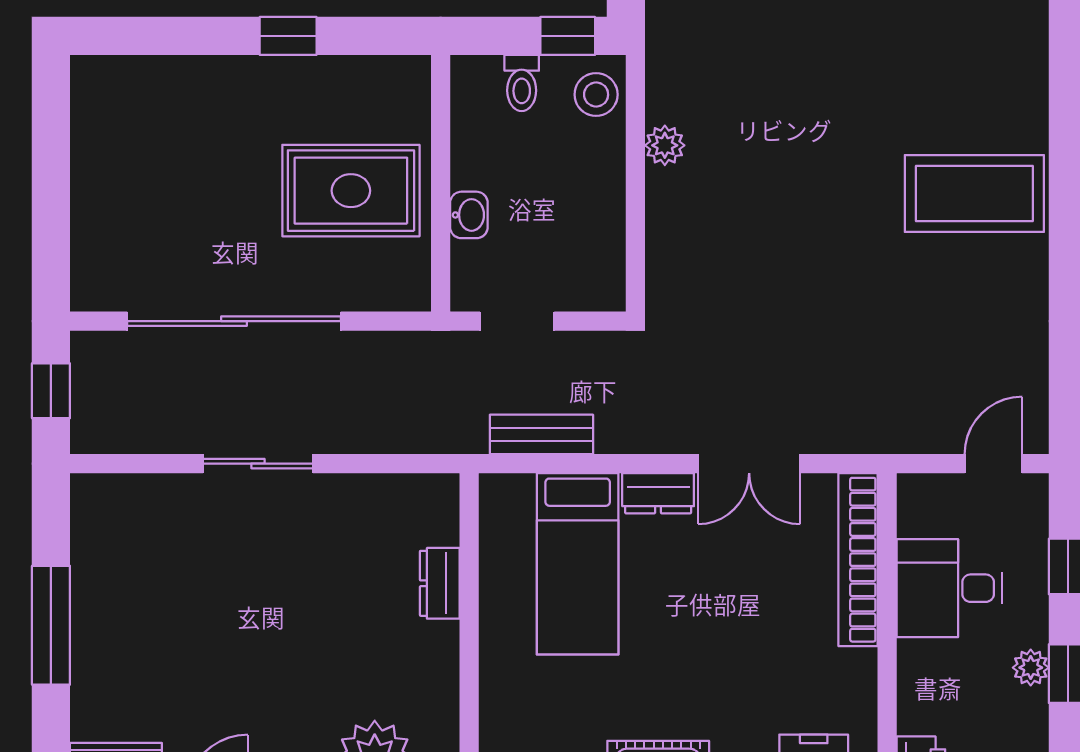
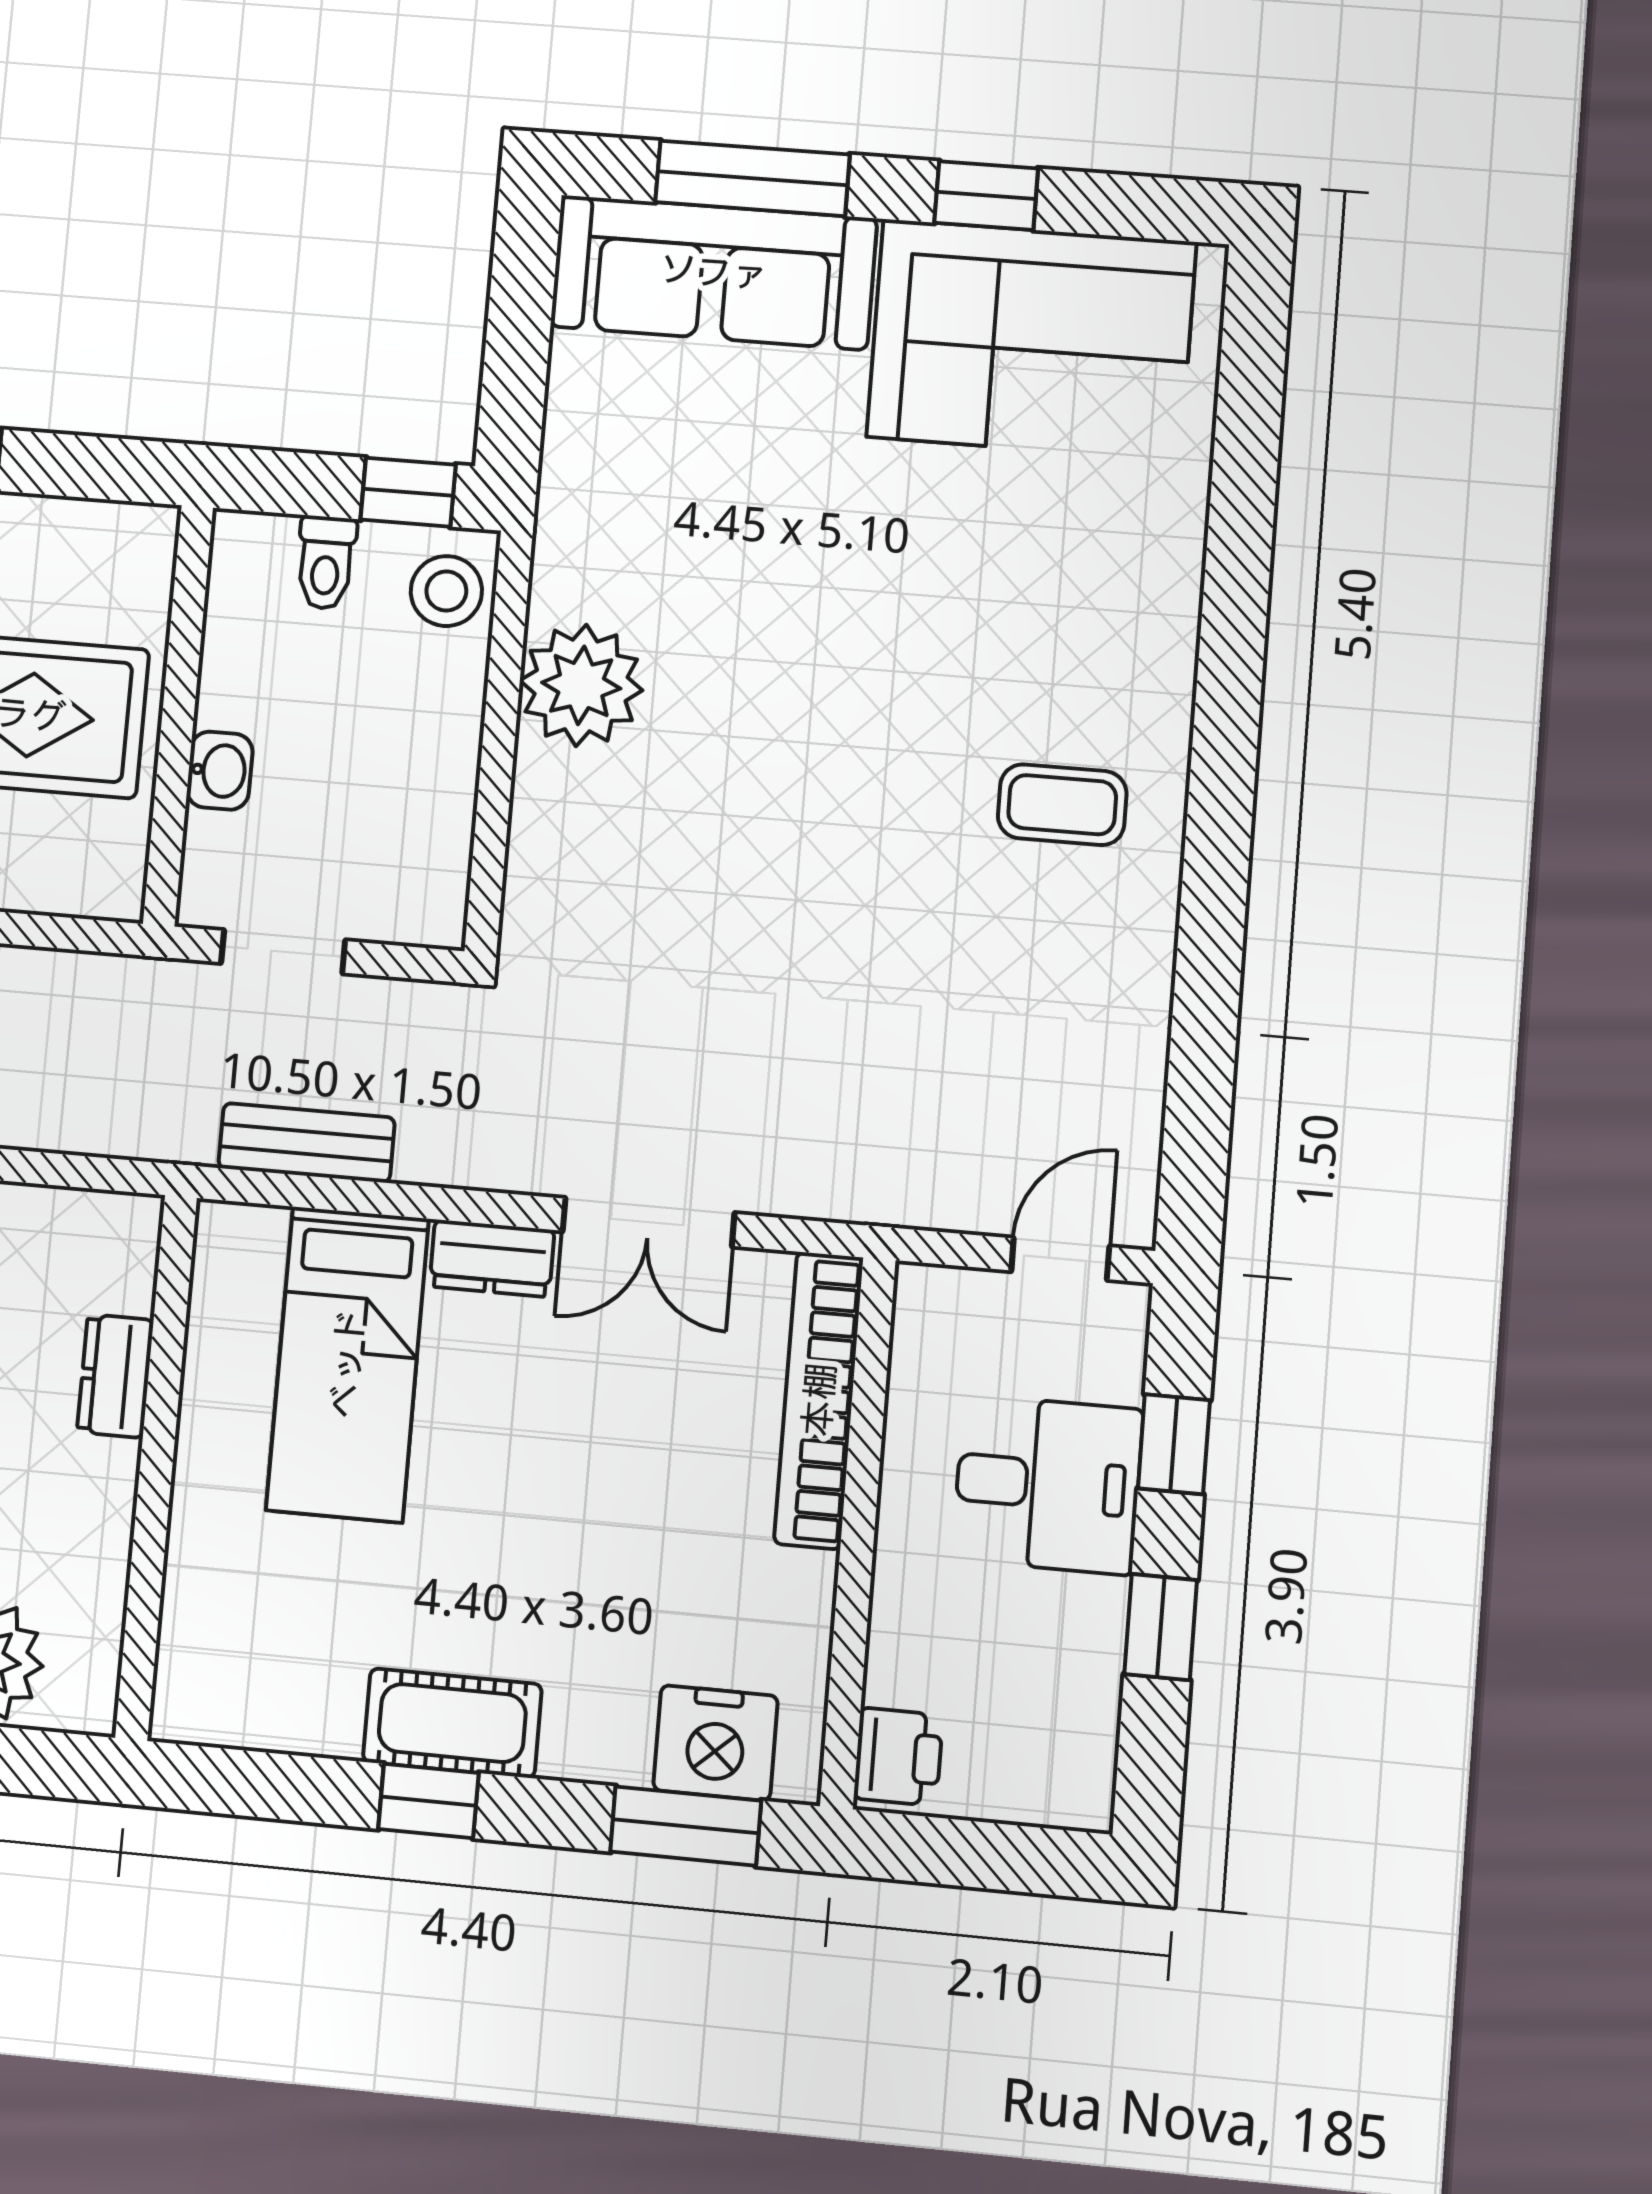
plant: (665, 145) -> (581, 685), width x1.88, depth x1.88
coffee table: (974, 193) -> (1062, 805), width x0.54, depth x0.58
desk: (950, 588) -> (1048, 1484), moved, turned 180
plant: (1031, 668) -> (1098, 1611), removed

